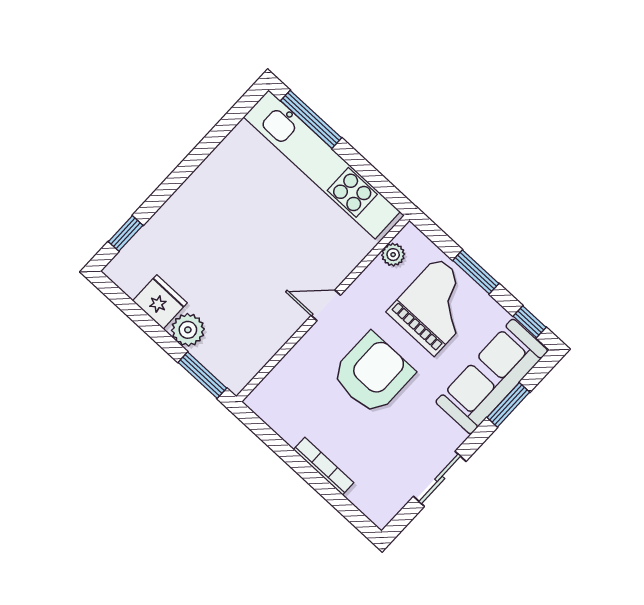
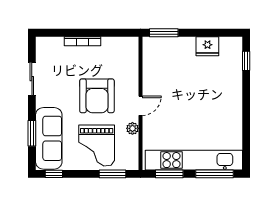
window: (373, 176) -> (169, 174), added
plant: (393, 255) -> (132, 128), moved
window: (476, 272) -> (112, 174), moved
plant: (188, 330) -> (186, 45), removed

